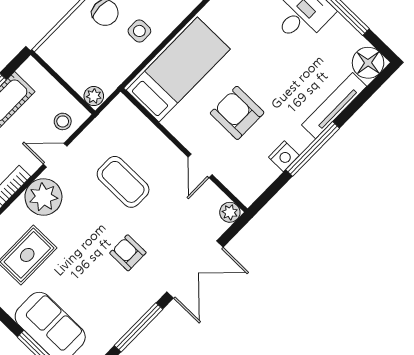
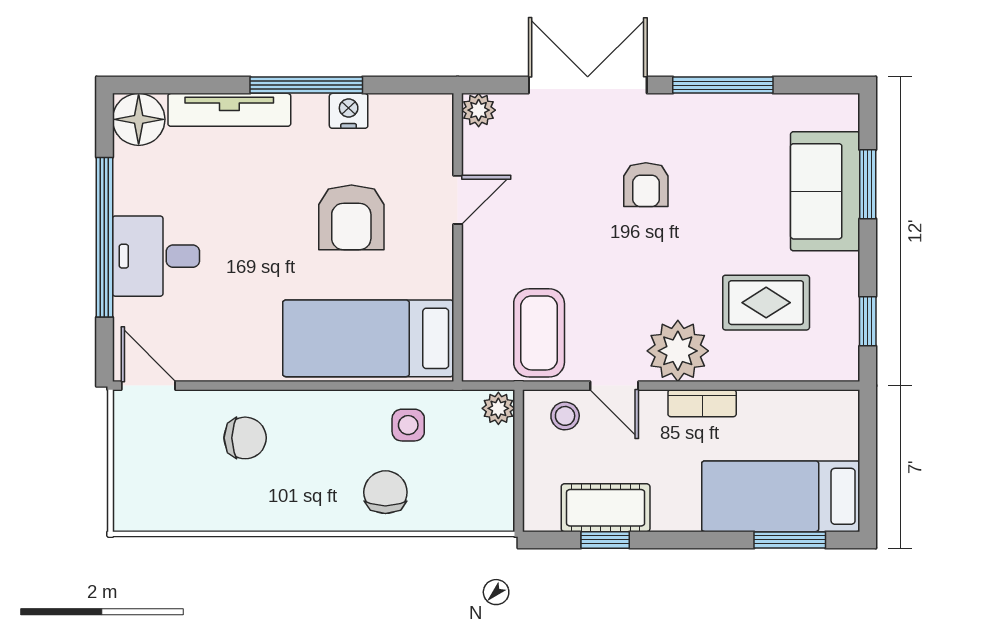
side table: (139, 31) -> (408, 425), moved
coffee table: (123, 182) -> (539, 333), moved

